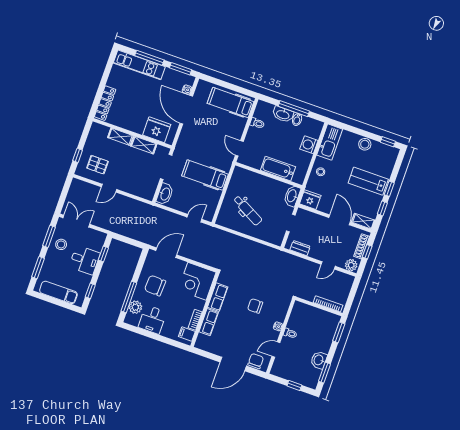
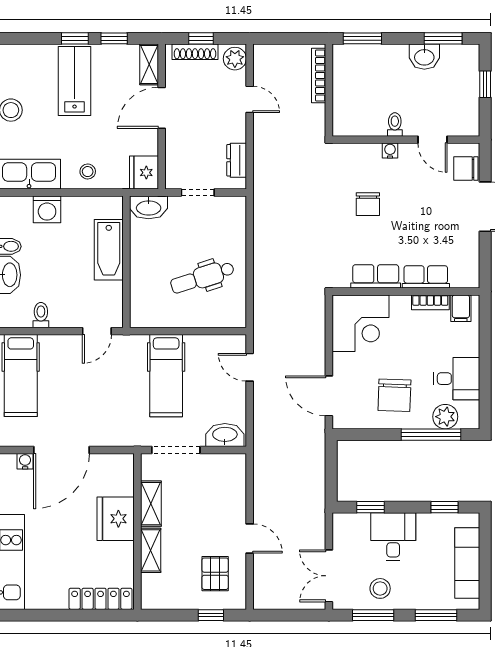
fridge: (157, 130) -> (116, 519), moved
lab bench: (368, 181) -> (75, 81), turned 180
dental chair: (248, 210) -> (202, 277), turned -136

